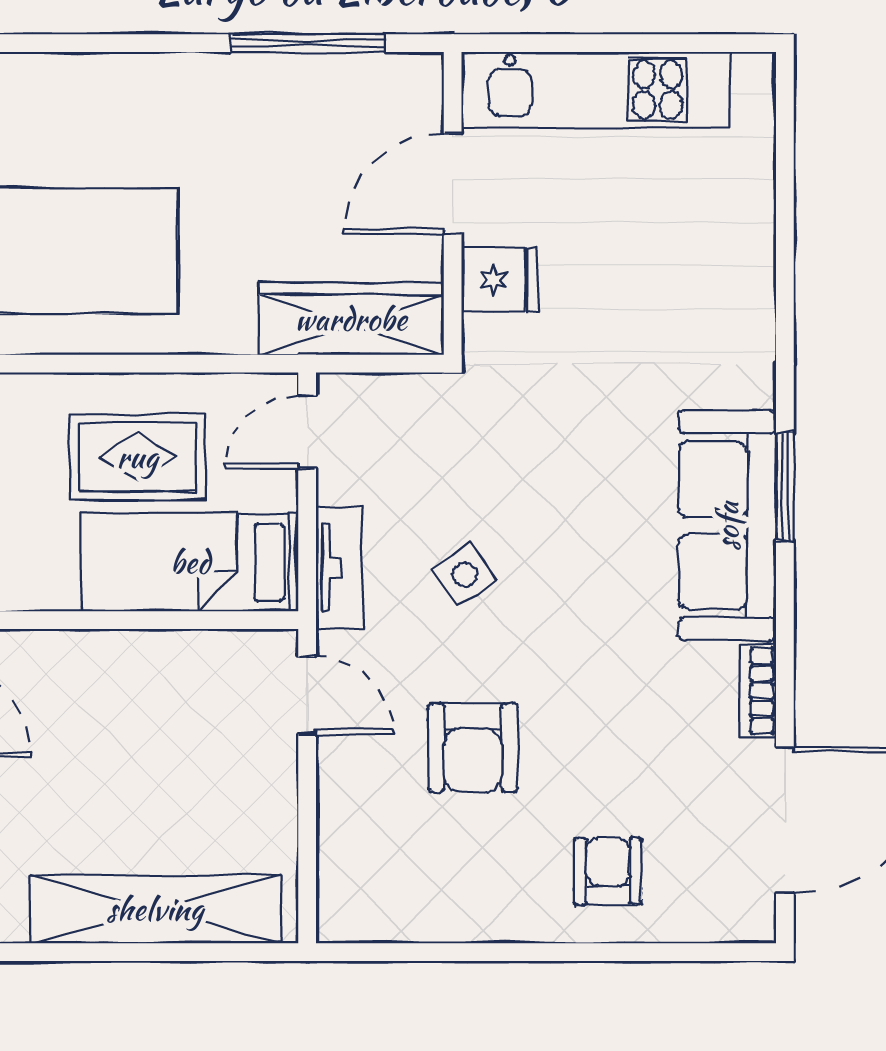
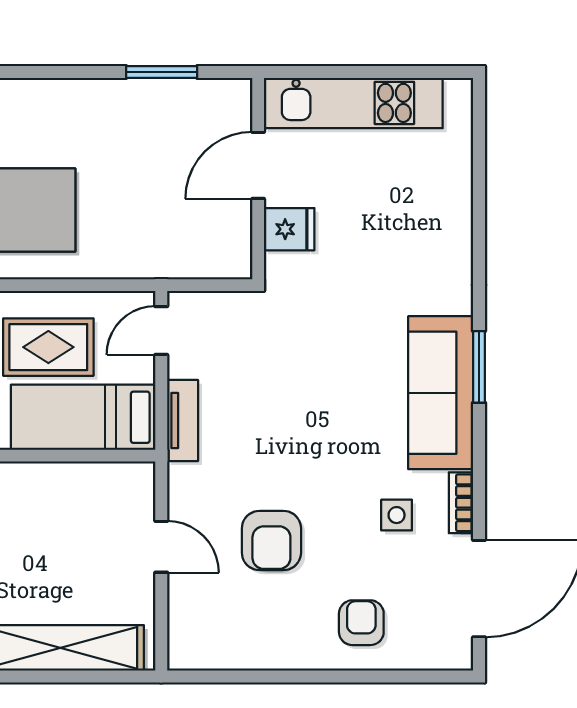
window: (308, 43) -> (162, 72), width x0.69
wardrobe: (351, 319) -> (191, 255), removed
side table: (465, 575) -> (397, 515), moved, turned 34
door: (307, 696) -> (161, 547), moved

